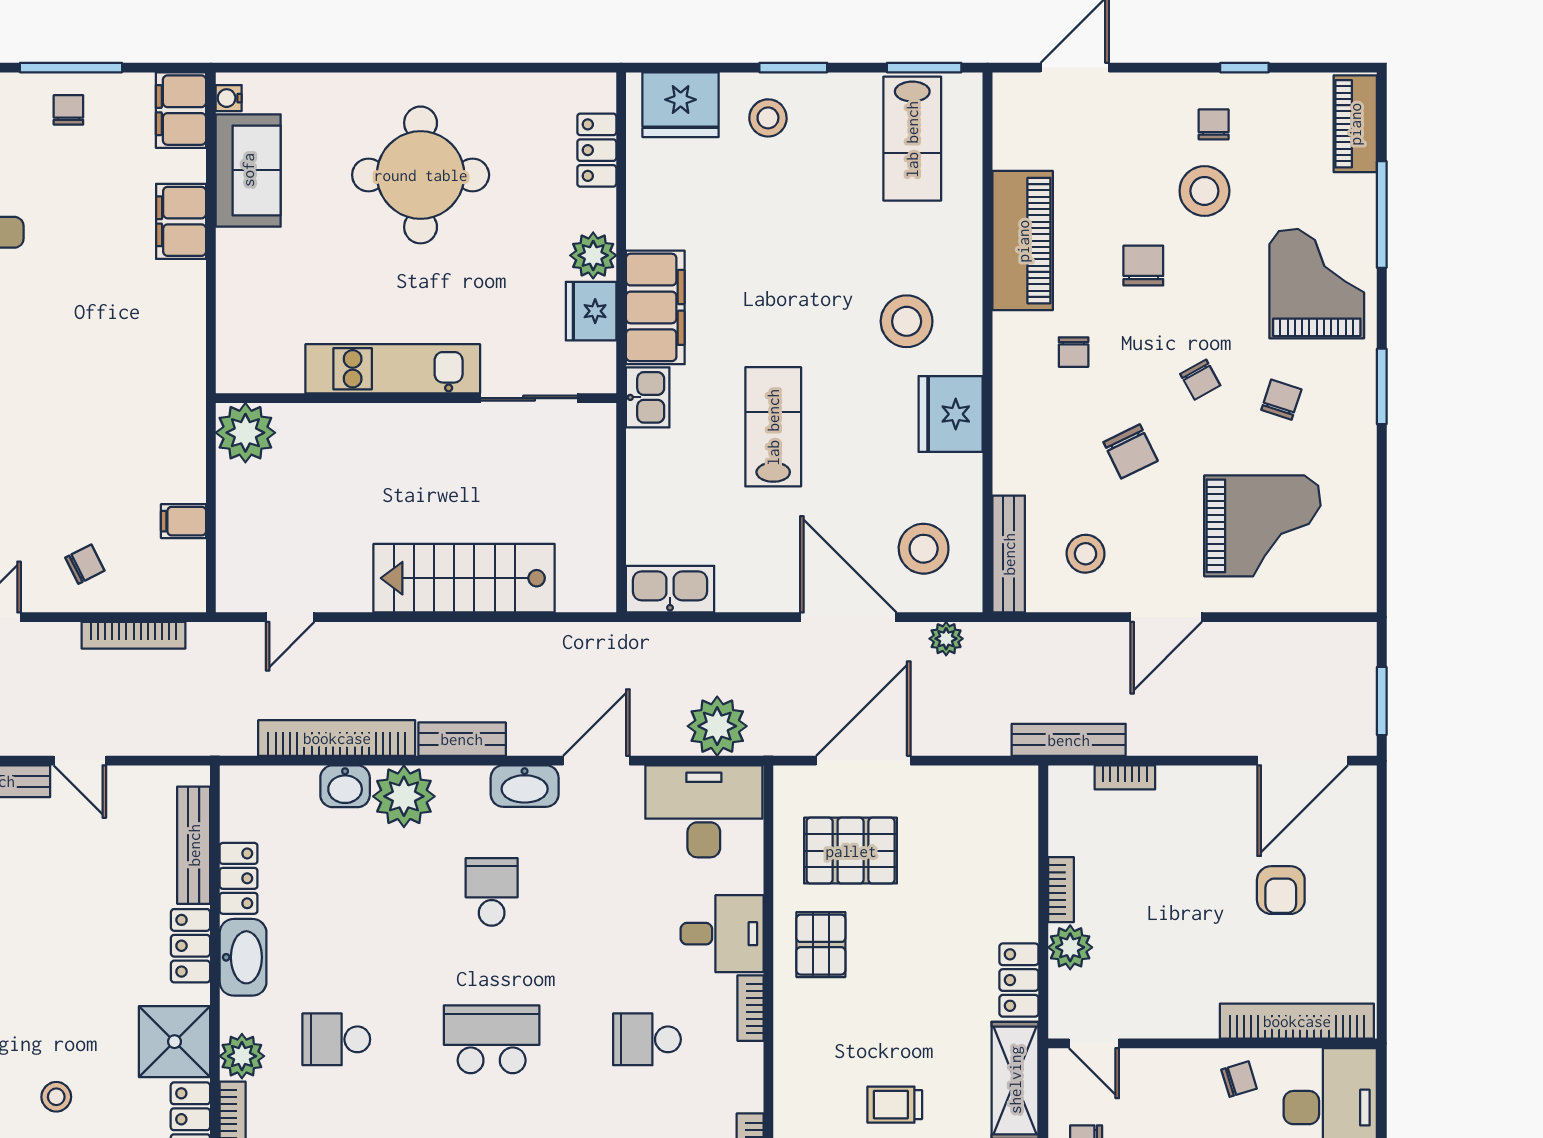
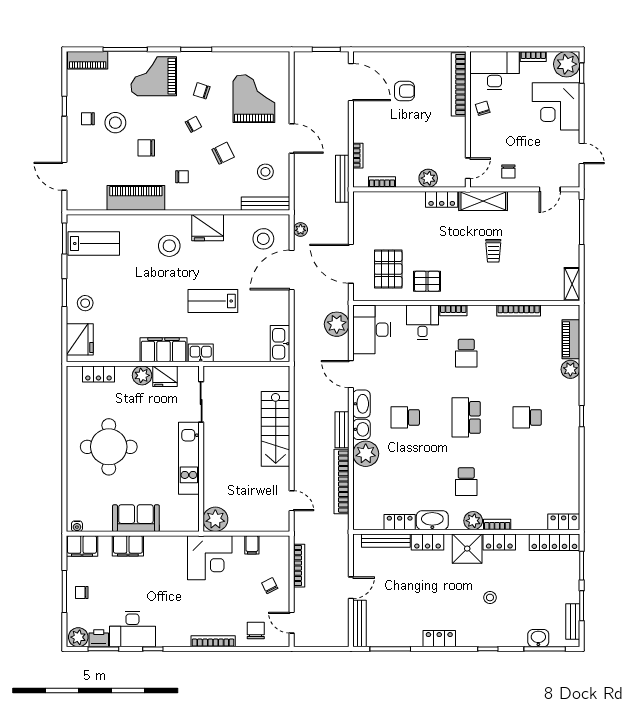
sofa: (248, 170) -> (136, 518), moved
corner desk: (153, 419) -> (210, 558), added
washbasin: (345, 786) -> (362, 429), moved
bookcase: (1061, 890) -> (382, 182), moved

